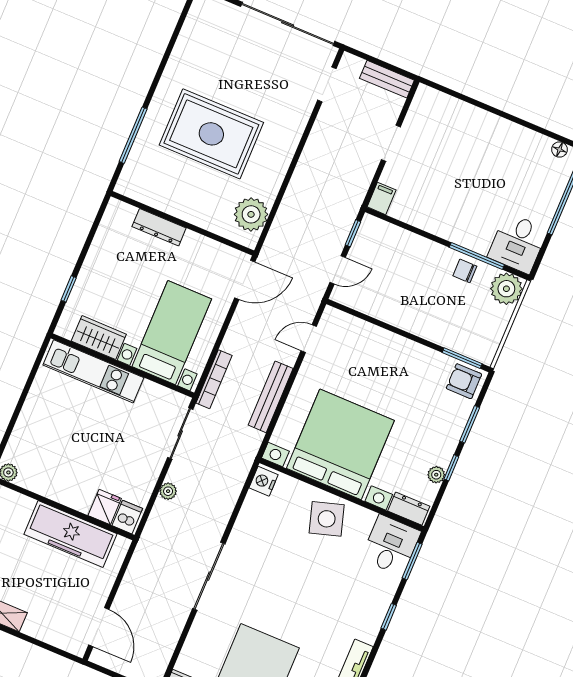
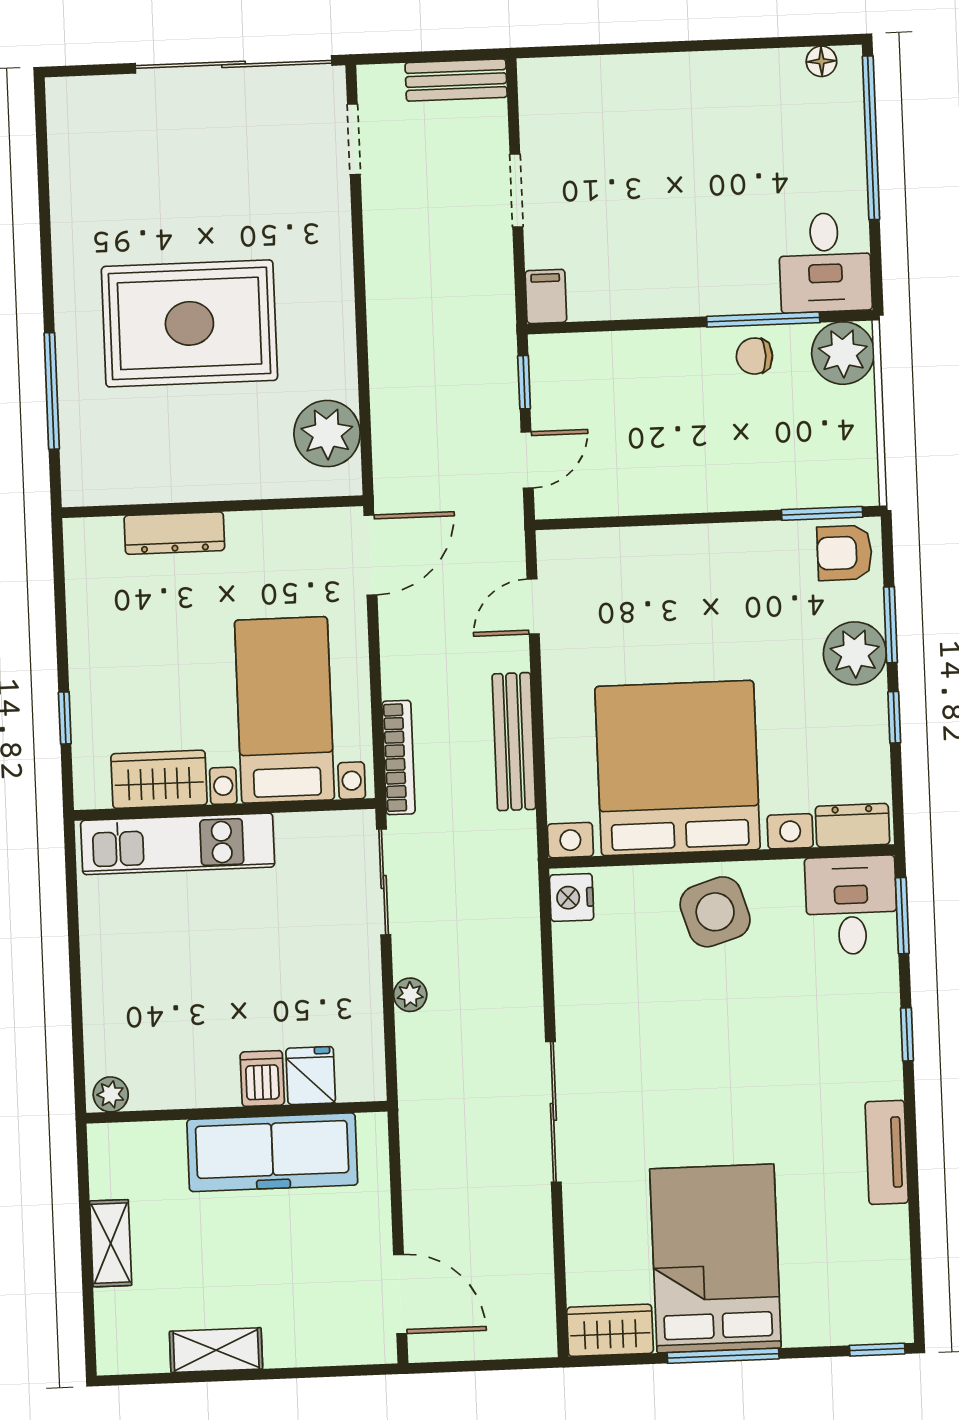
plant: (436, 475) -> (855, 653), moved, width x1.88, depth x1.88
dishwasher: (127, 517) -> (262, 1079), moved

